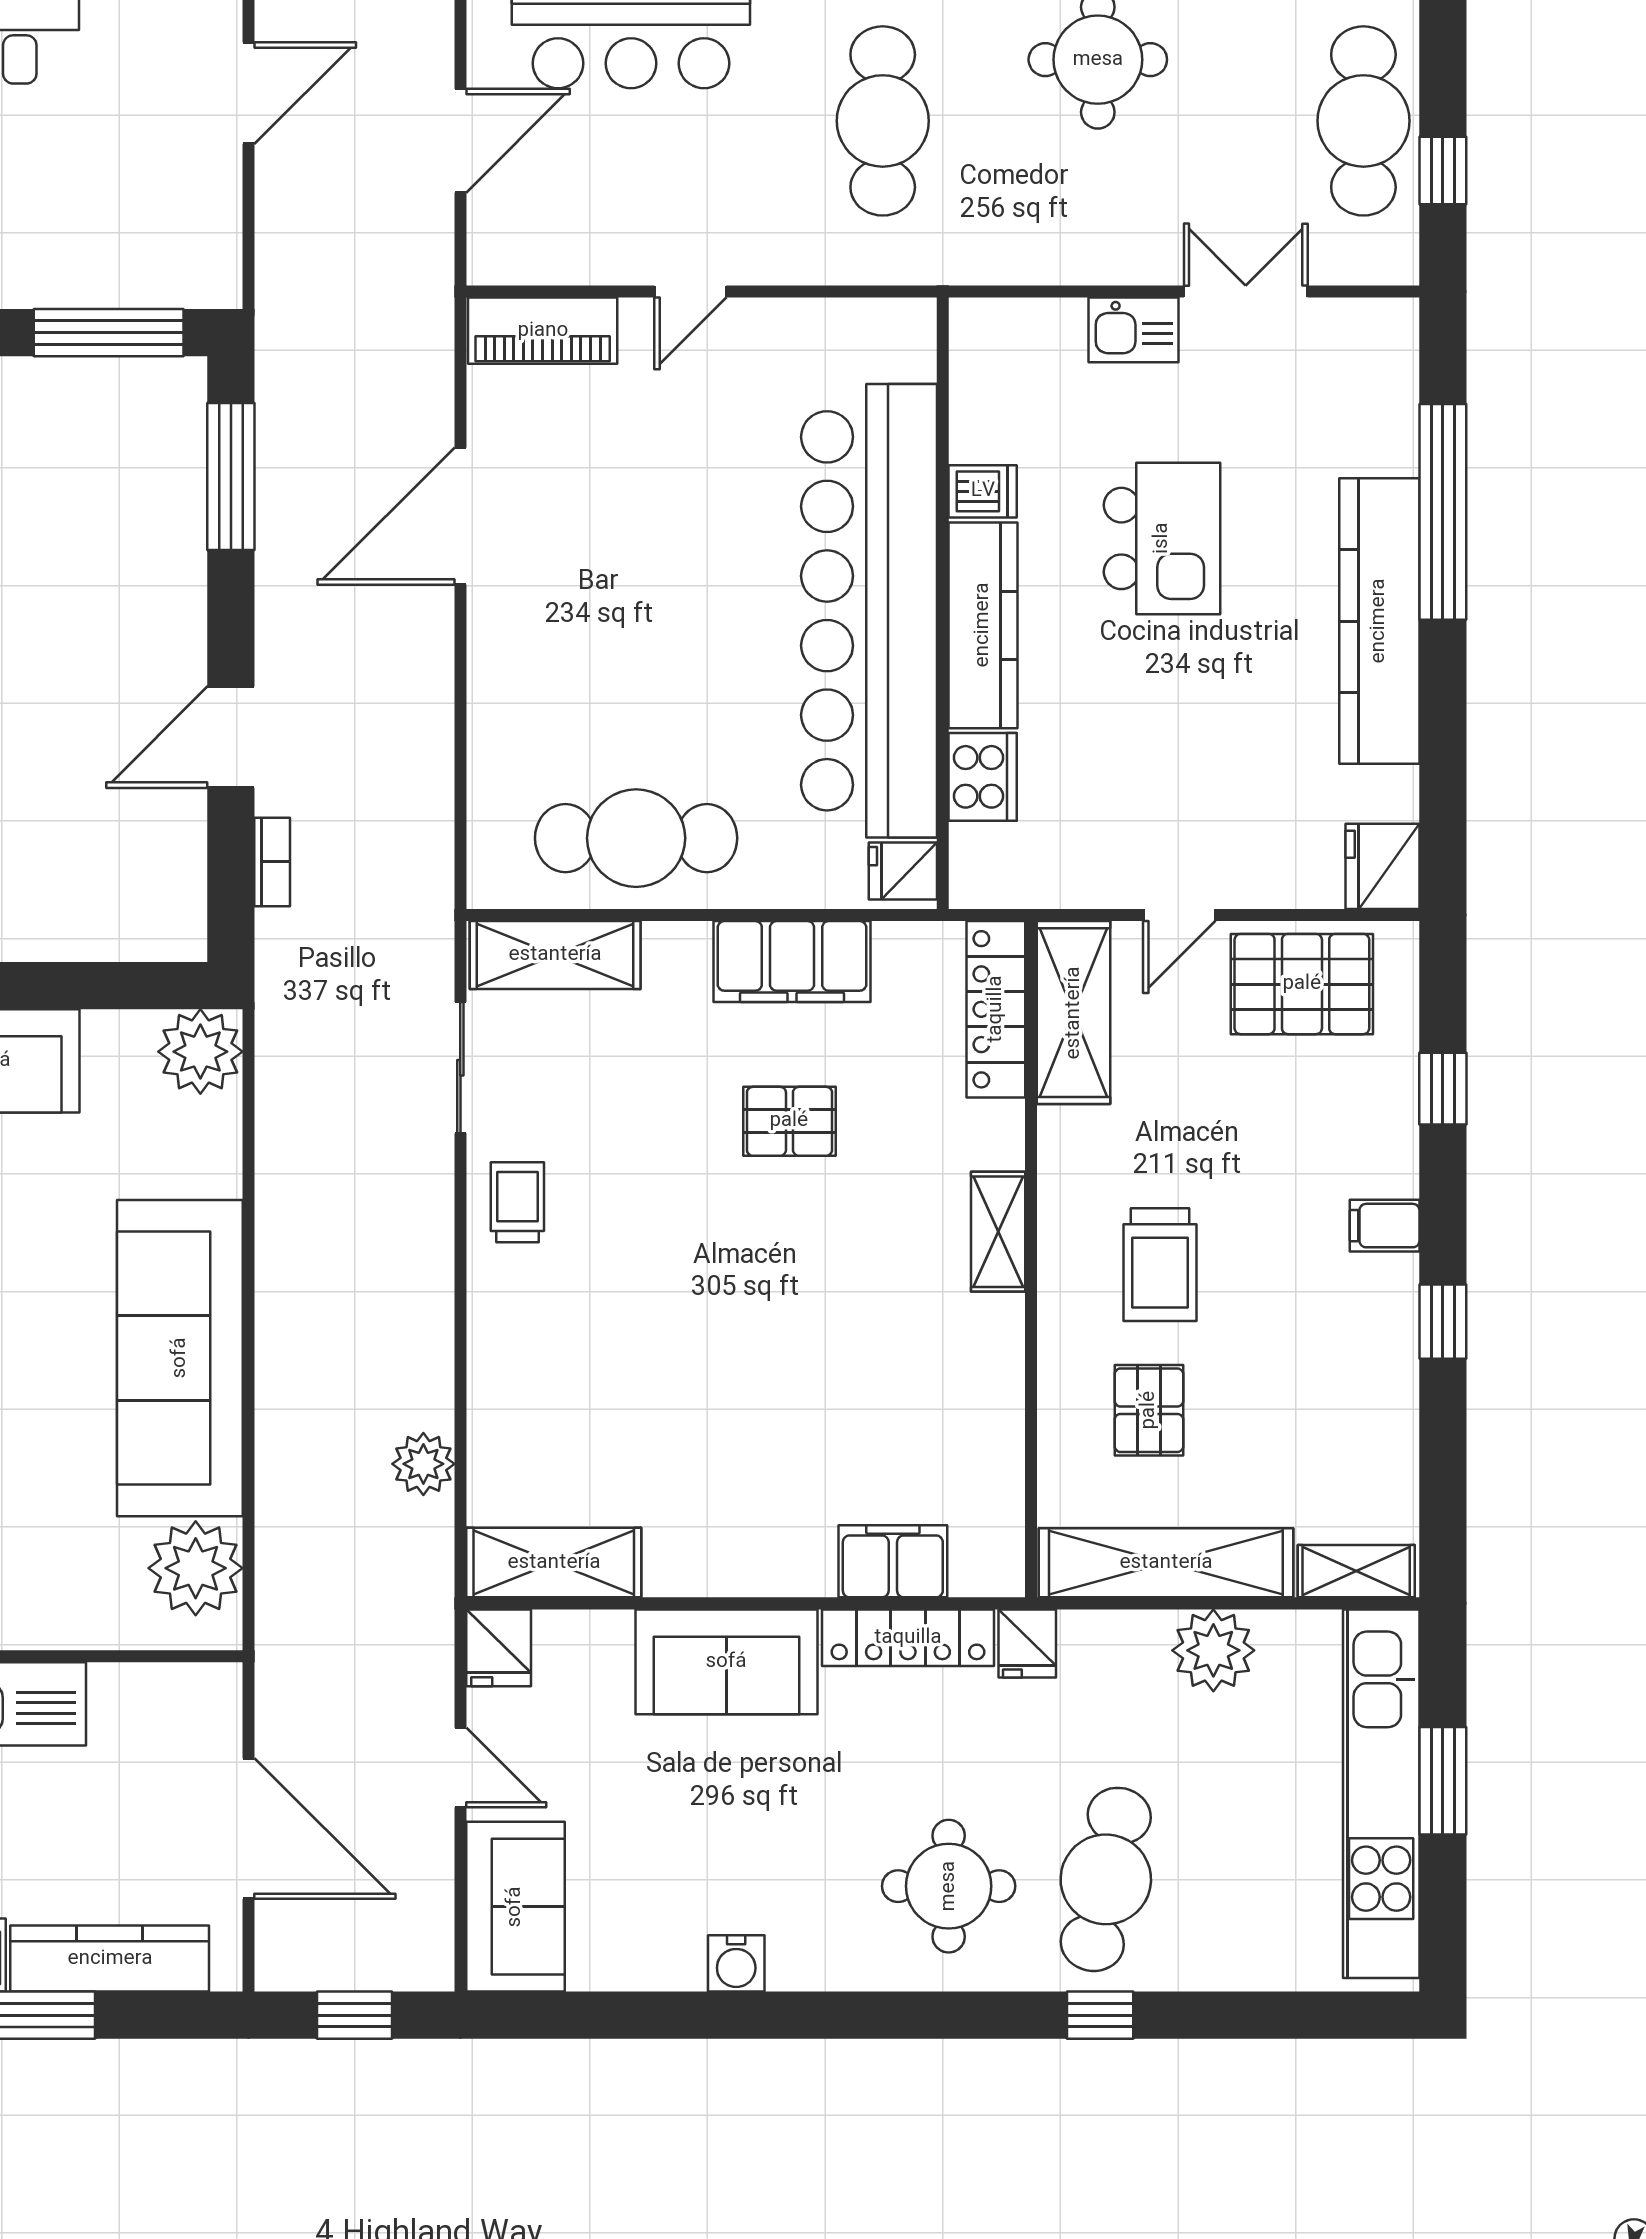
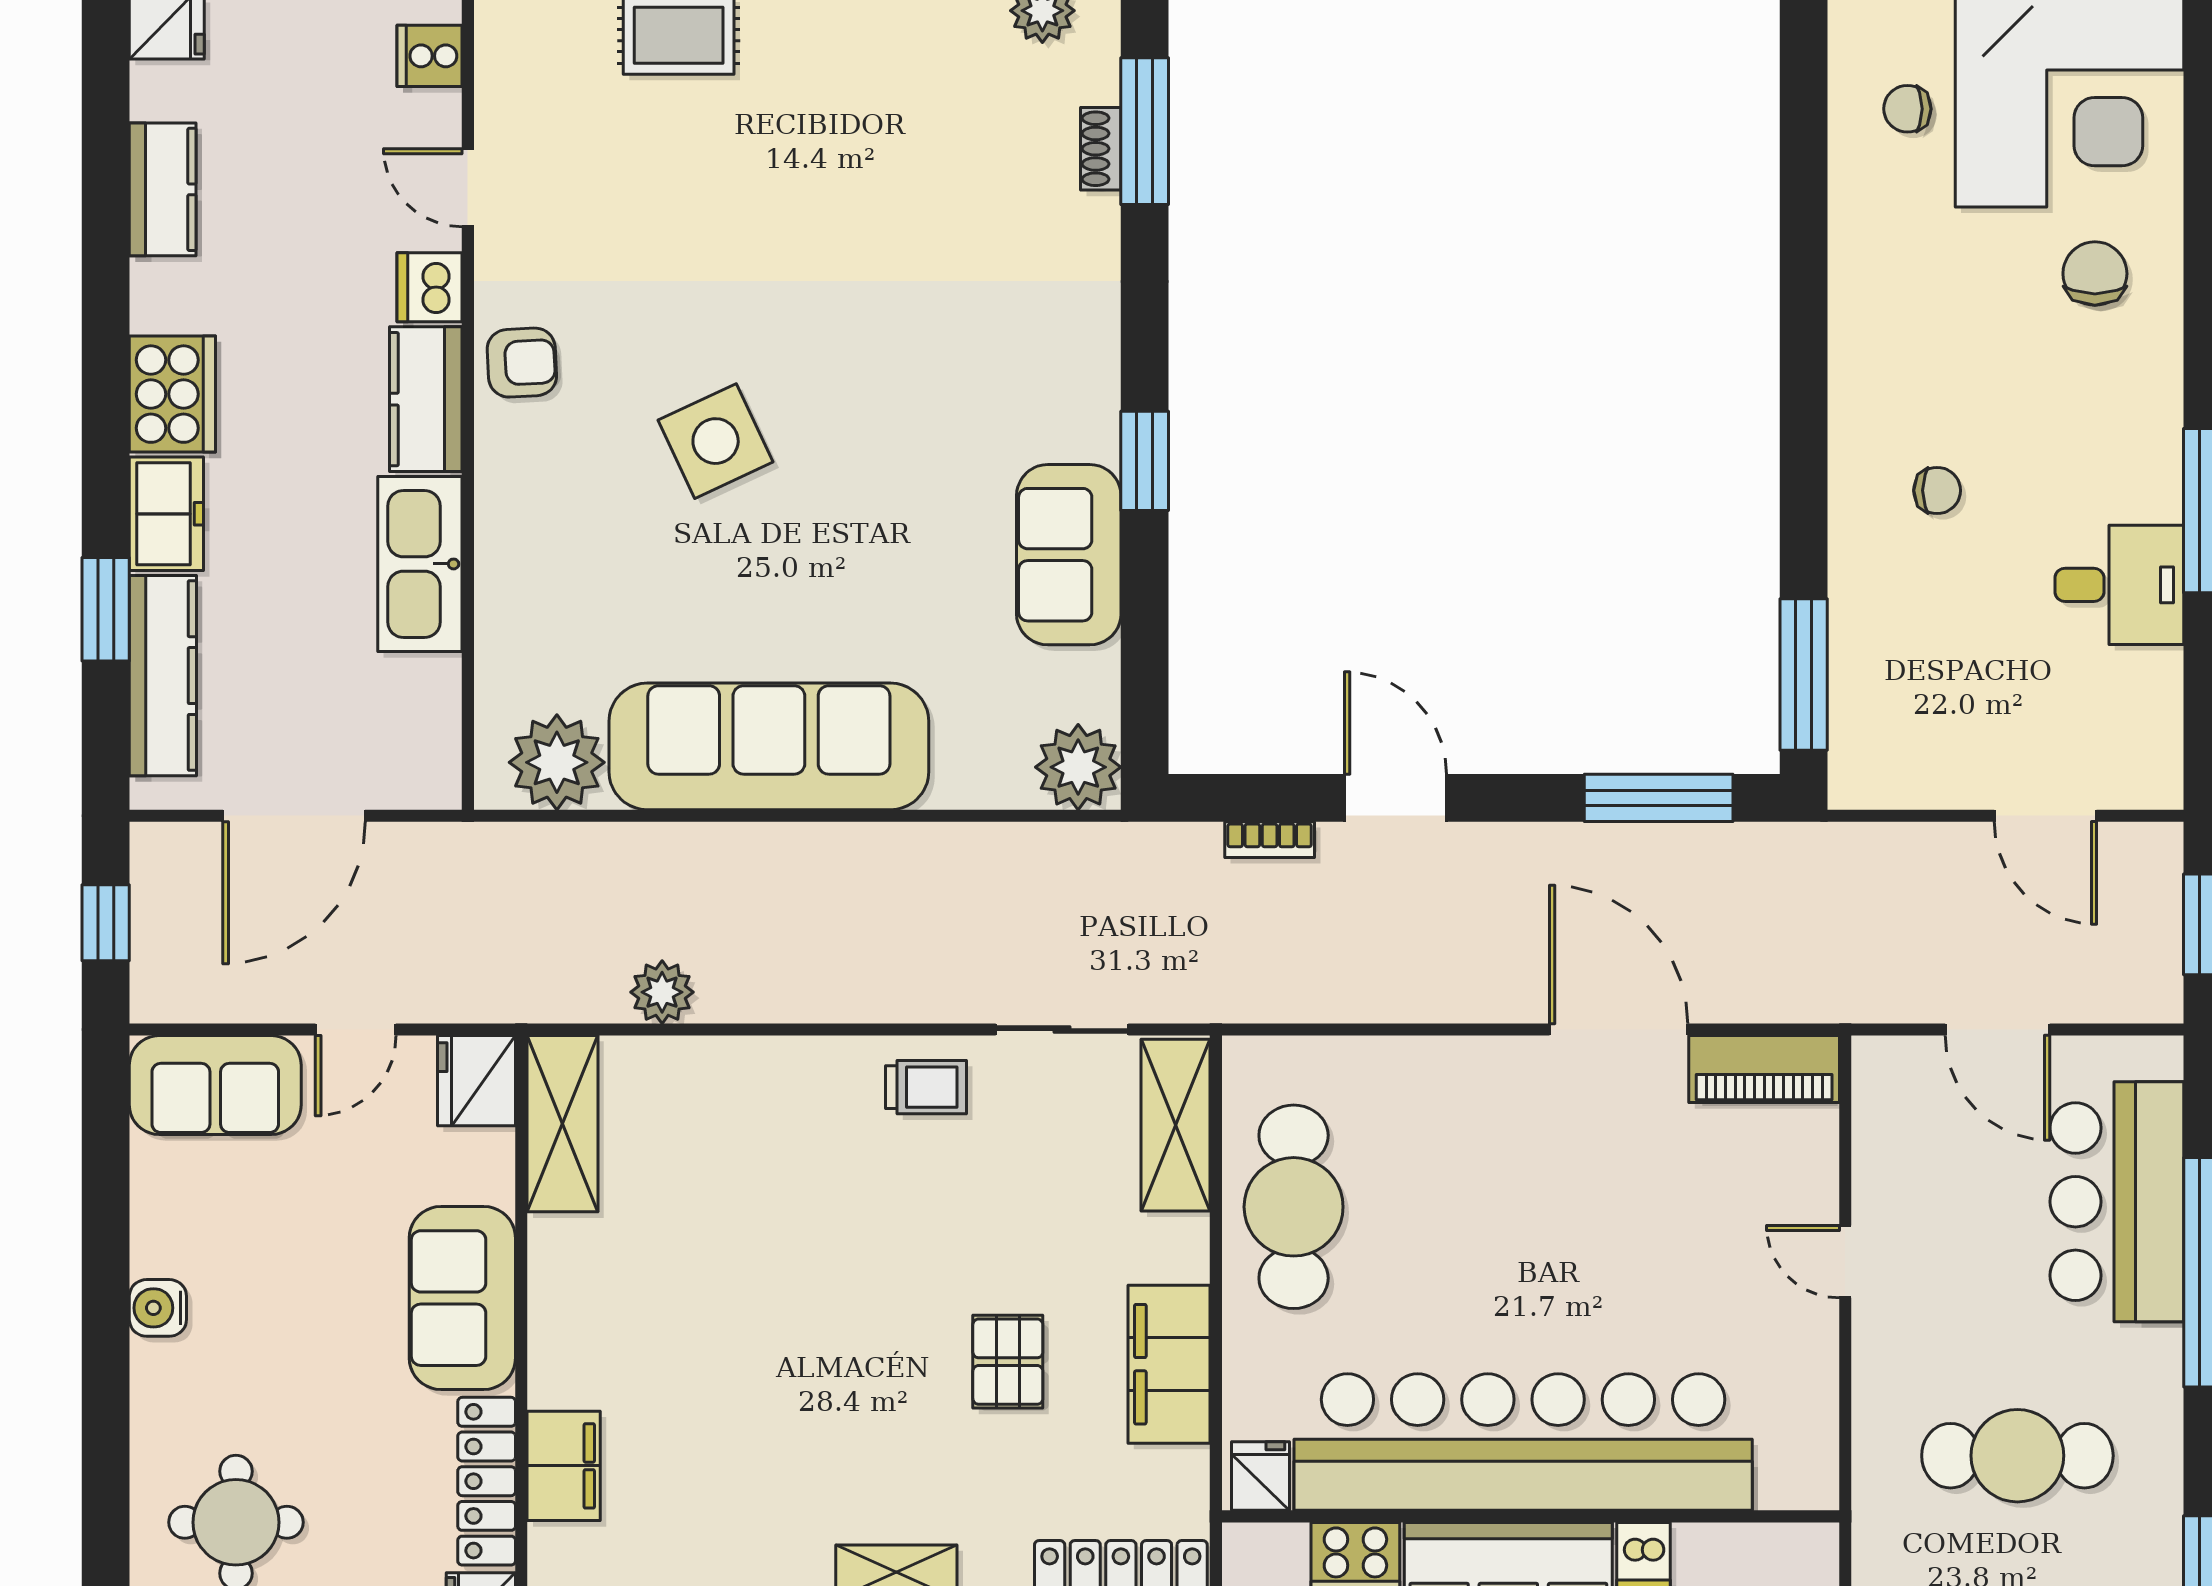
piano: (543, 331) -> (1764, 1069), moved, turned -90
fridge: (499, 1648) -> (476, 1081), width x1.38

